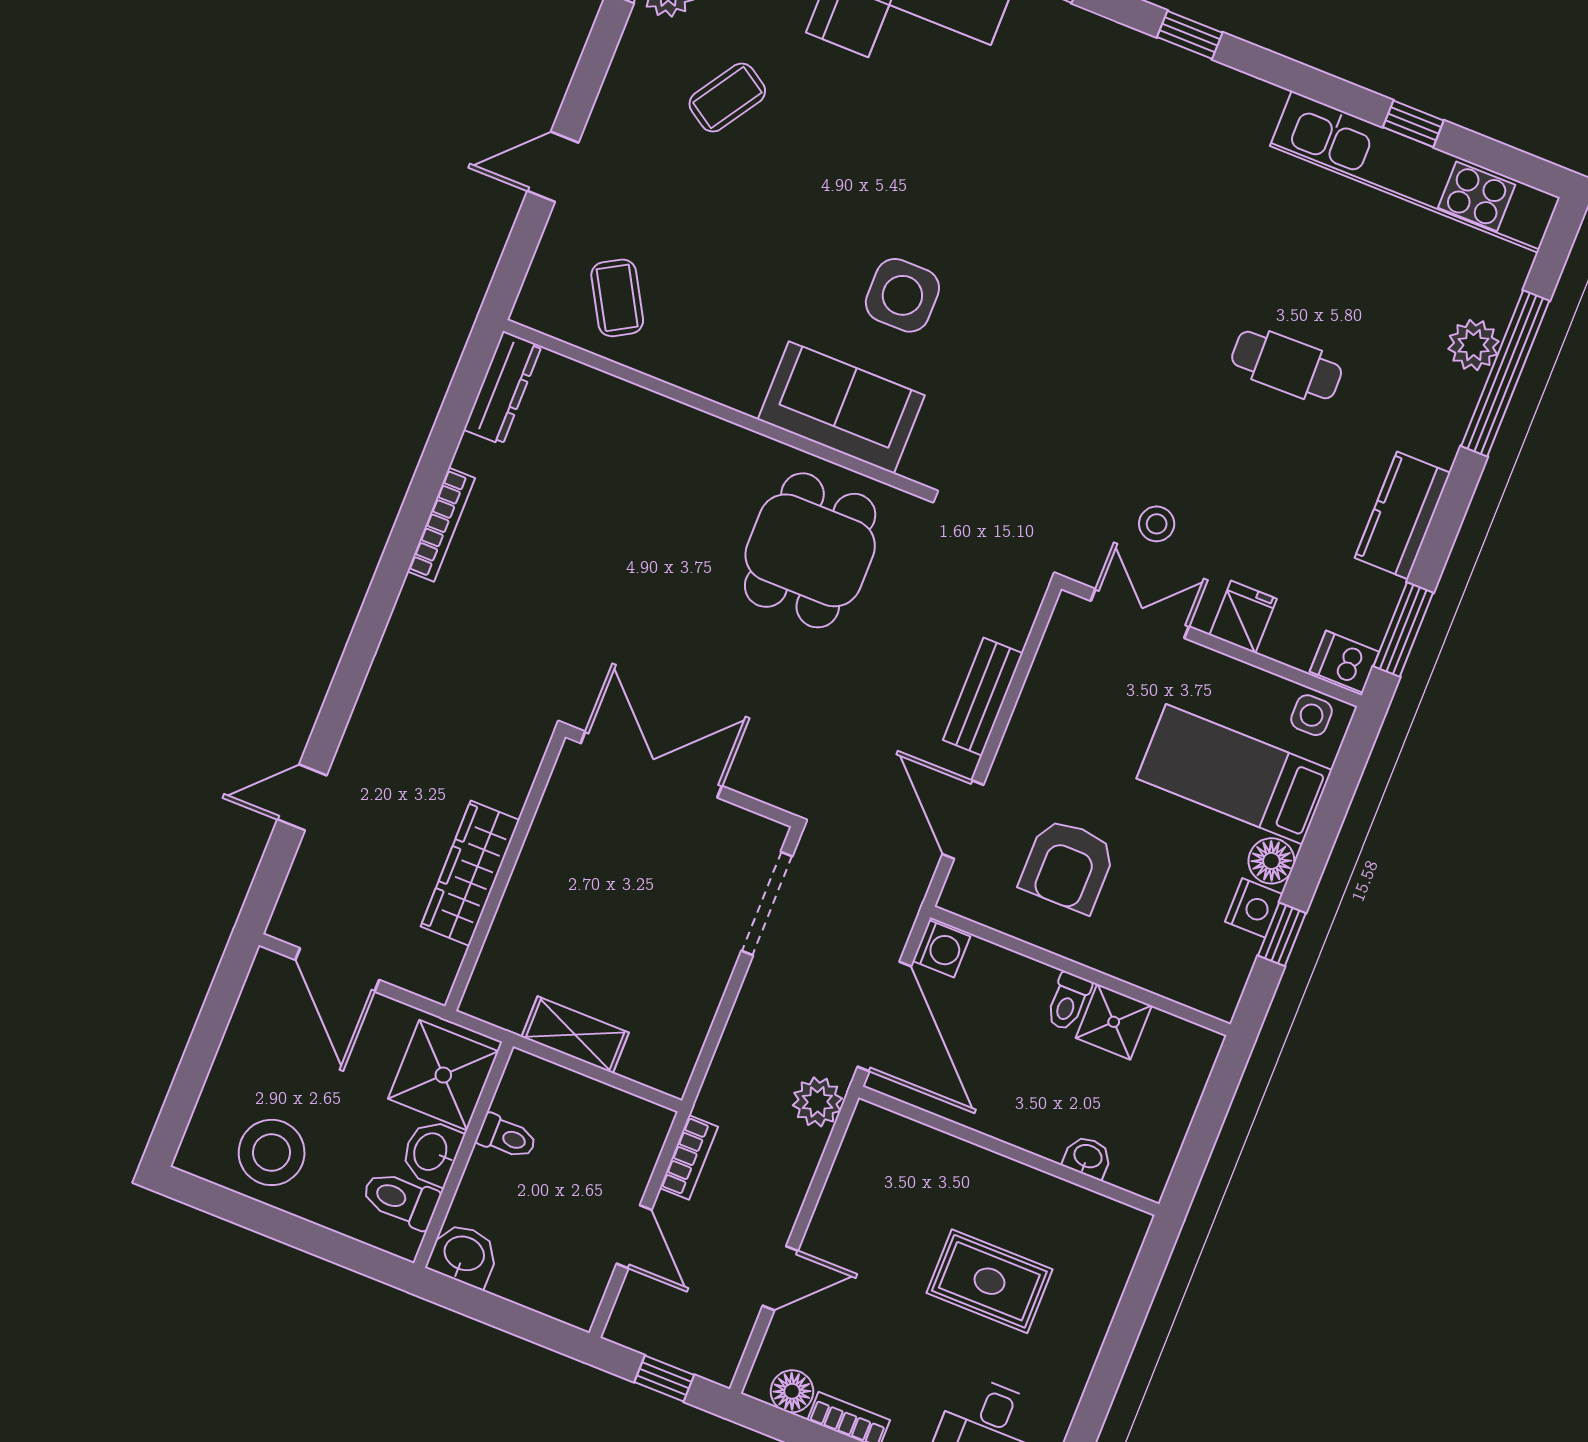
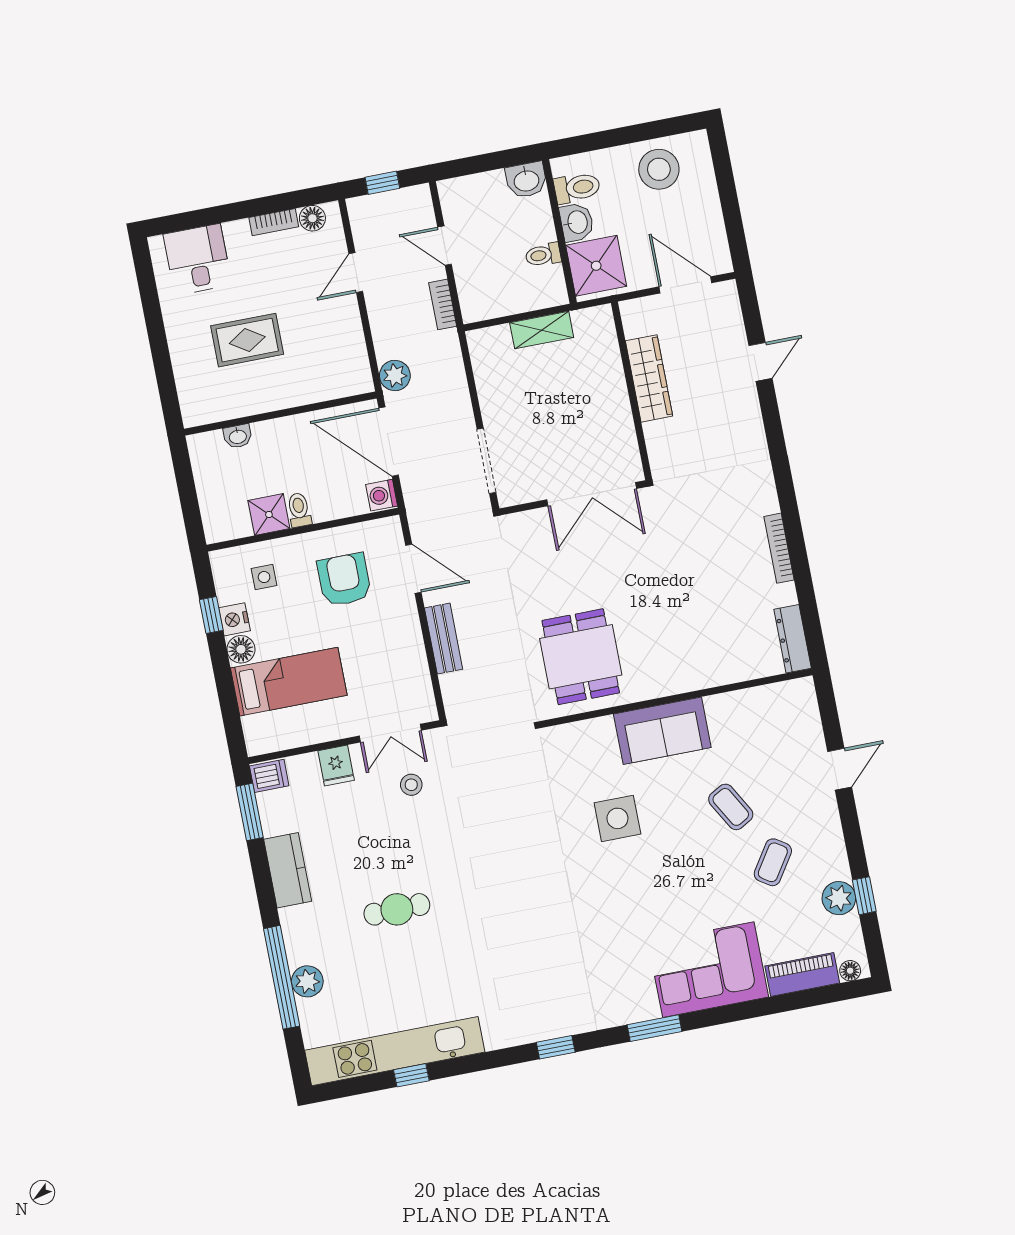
coffee table: (617, 298) -> (731, 807), moved
sofa: (841, 407) -> (662, 731), moved
side table: (1312, 715) -> (264, 577), moved

